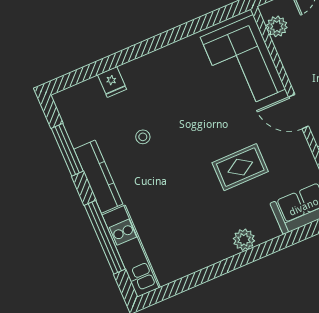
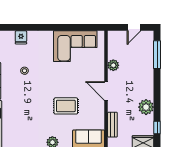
plant: (277, 26) -> (113, 65), moved
corner sofa: (243, 63) -> (75, 46), moved, turned -90

